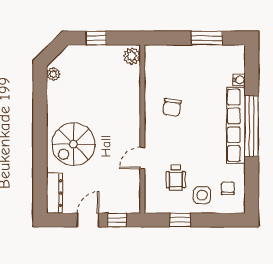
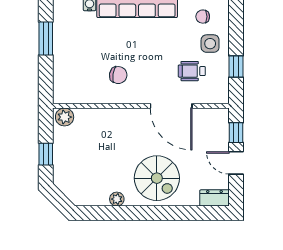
plant: (53, 74) -> (117, 199), moved
door: (142, 158) -> (171, 106), width x1.87
wheelchair: (176, 178) -> (192, 71), turned 180
dresser: (54, 193) -> (214, 198), width x0.70

